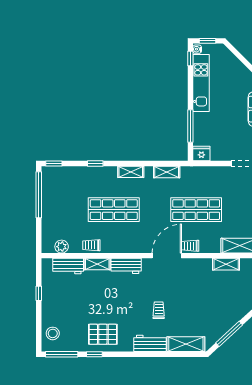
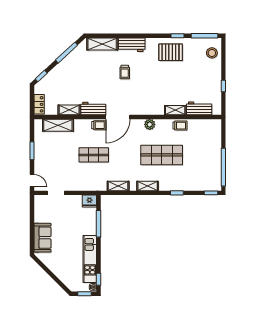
shop shelf: (196, 210) -> (94, 155), width x0.70, depth x0.74
plant: (62, 247) -> (150, 124), moved
workbench: (126, 266) -> (93, 108), moved

